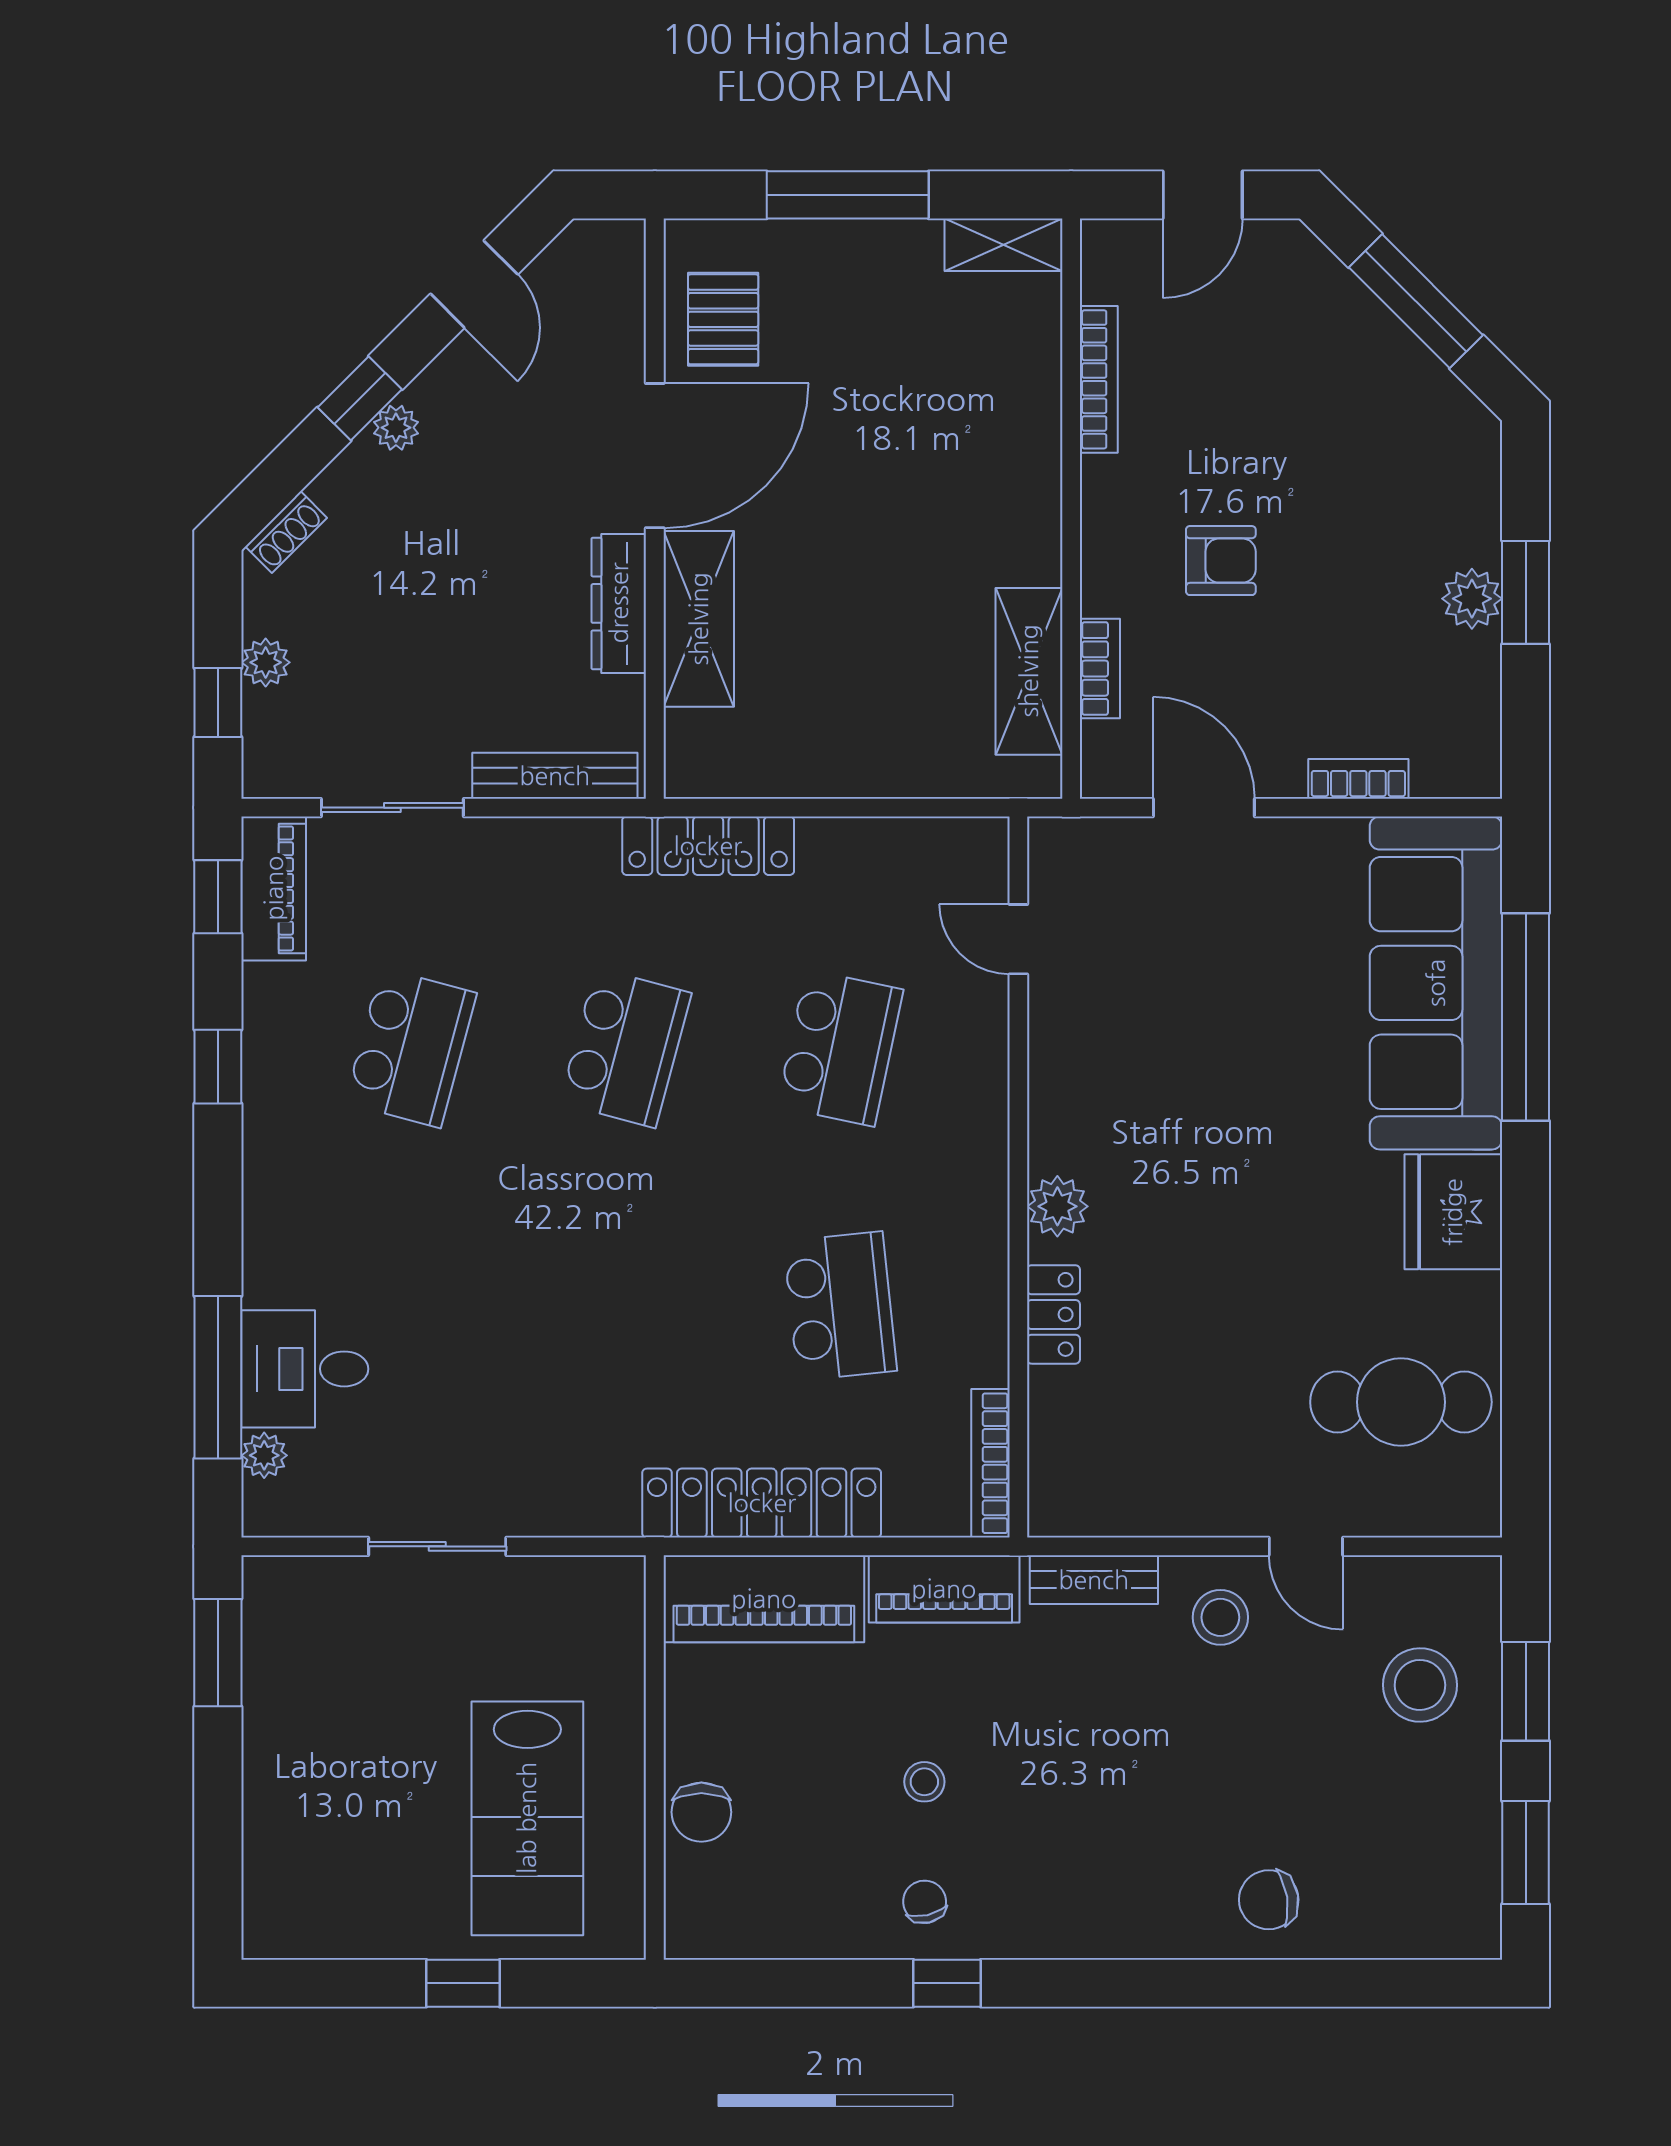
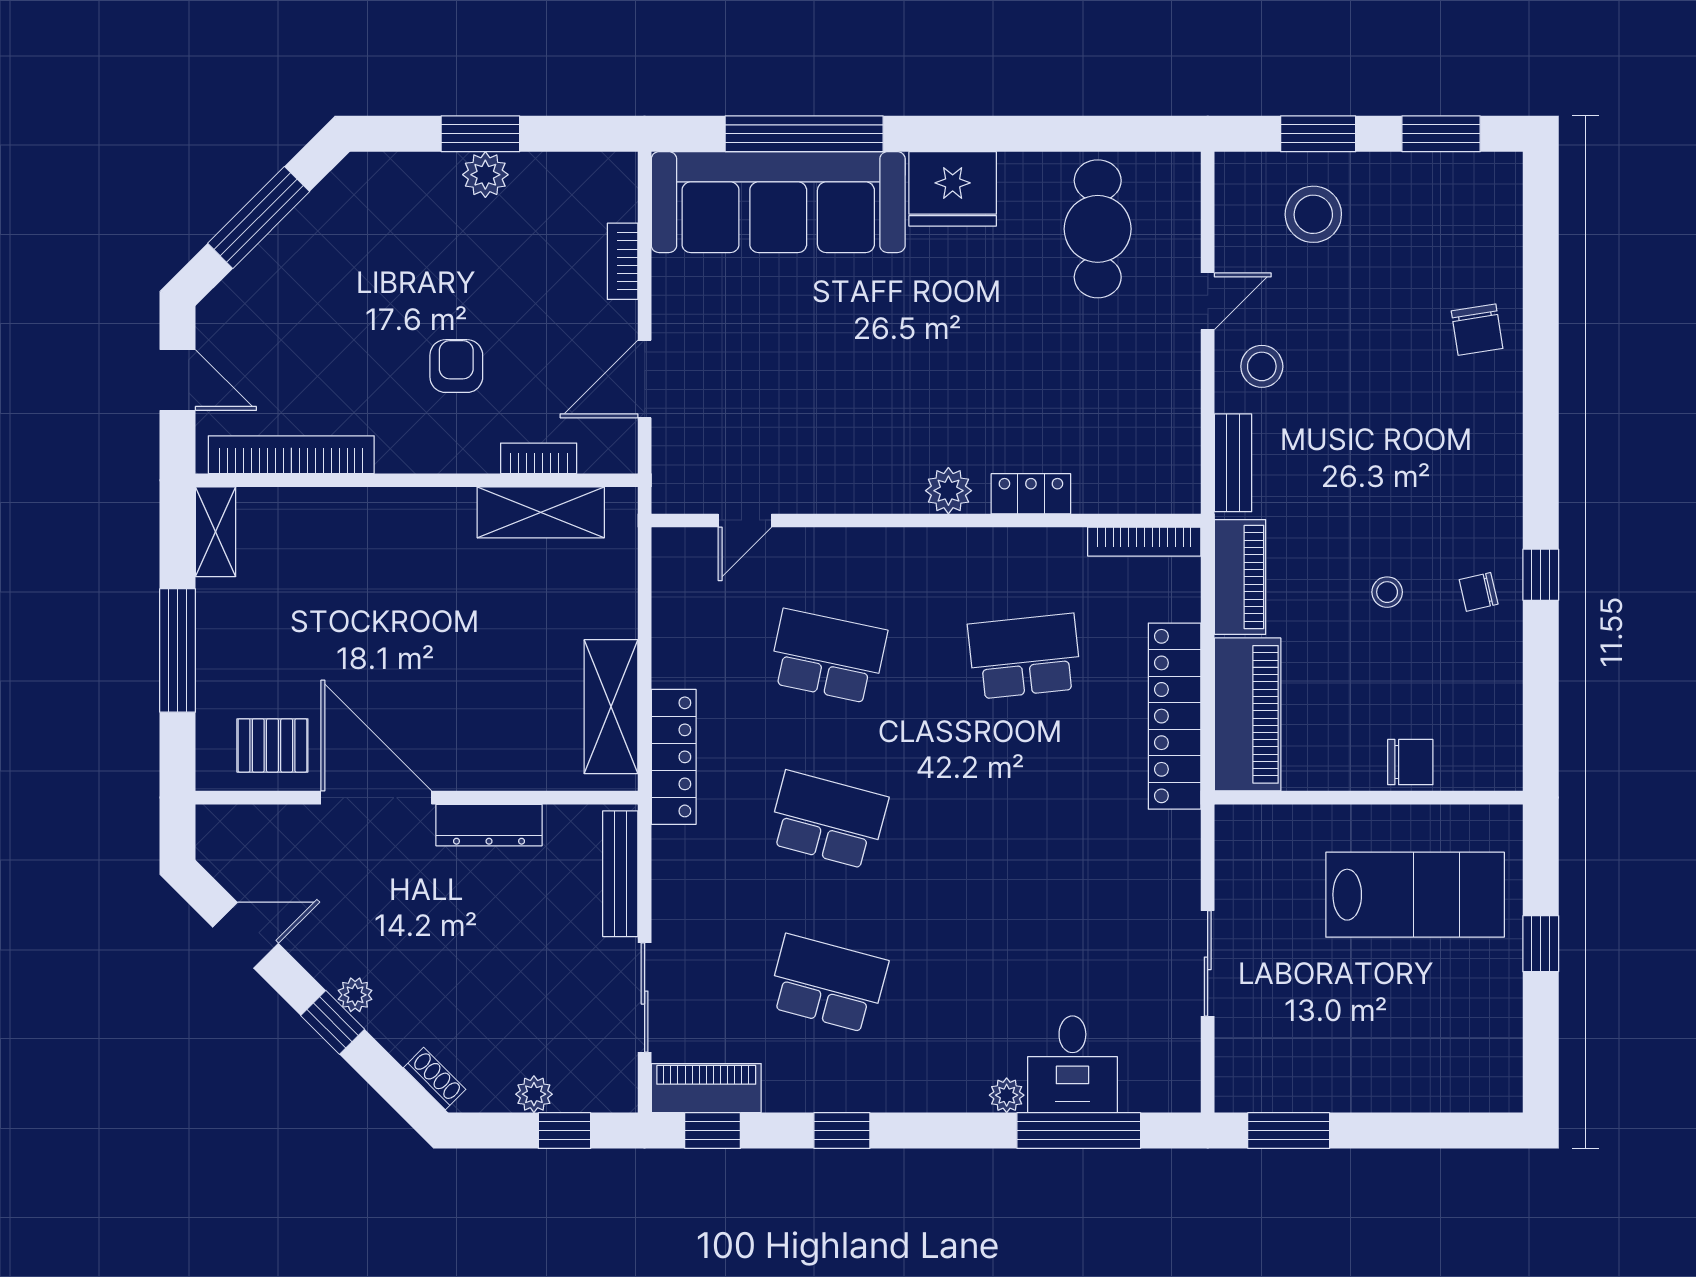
bookcase: (1099, 379) -> (291, 455), width x1.48, depth x1.31
shelving: (699, 619) -> (611, 707), moved, turned 90
plant: (264, 1455) -> (1007, 1095), moved

